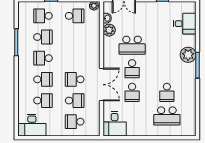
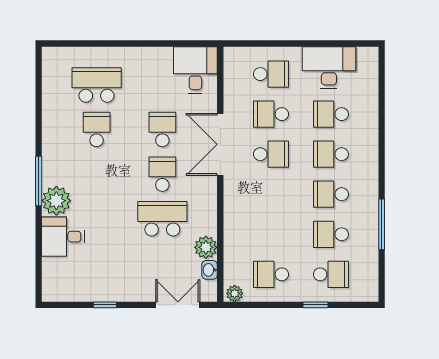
desk: (185, 24) -> (63, 237), moved
school desk: (43, 58) -> (331, 194), turned 180
desk: (32, 125) -> (329, 68), moved

